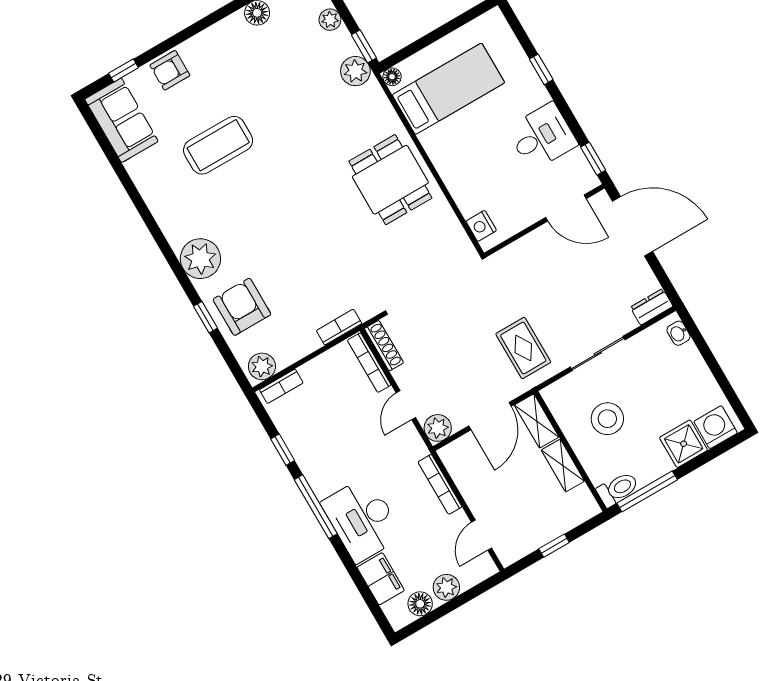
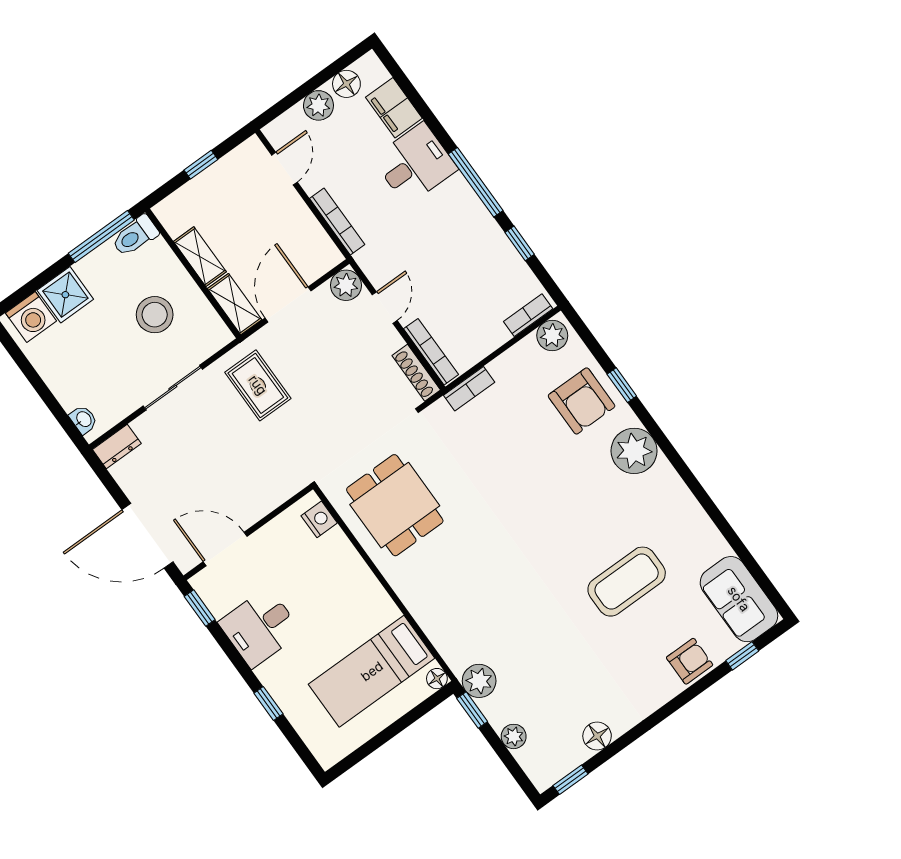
dining table: (390, 180) -> (395, 505), moved
desk: (362, 519) -> (415, 164), width x0.73

